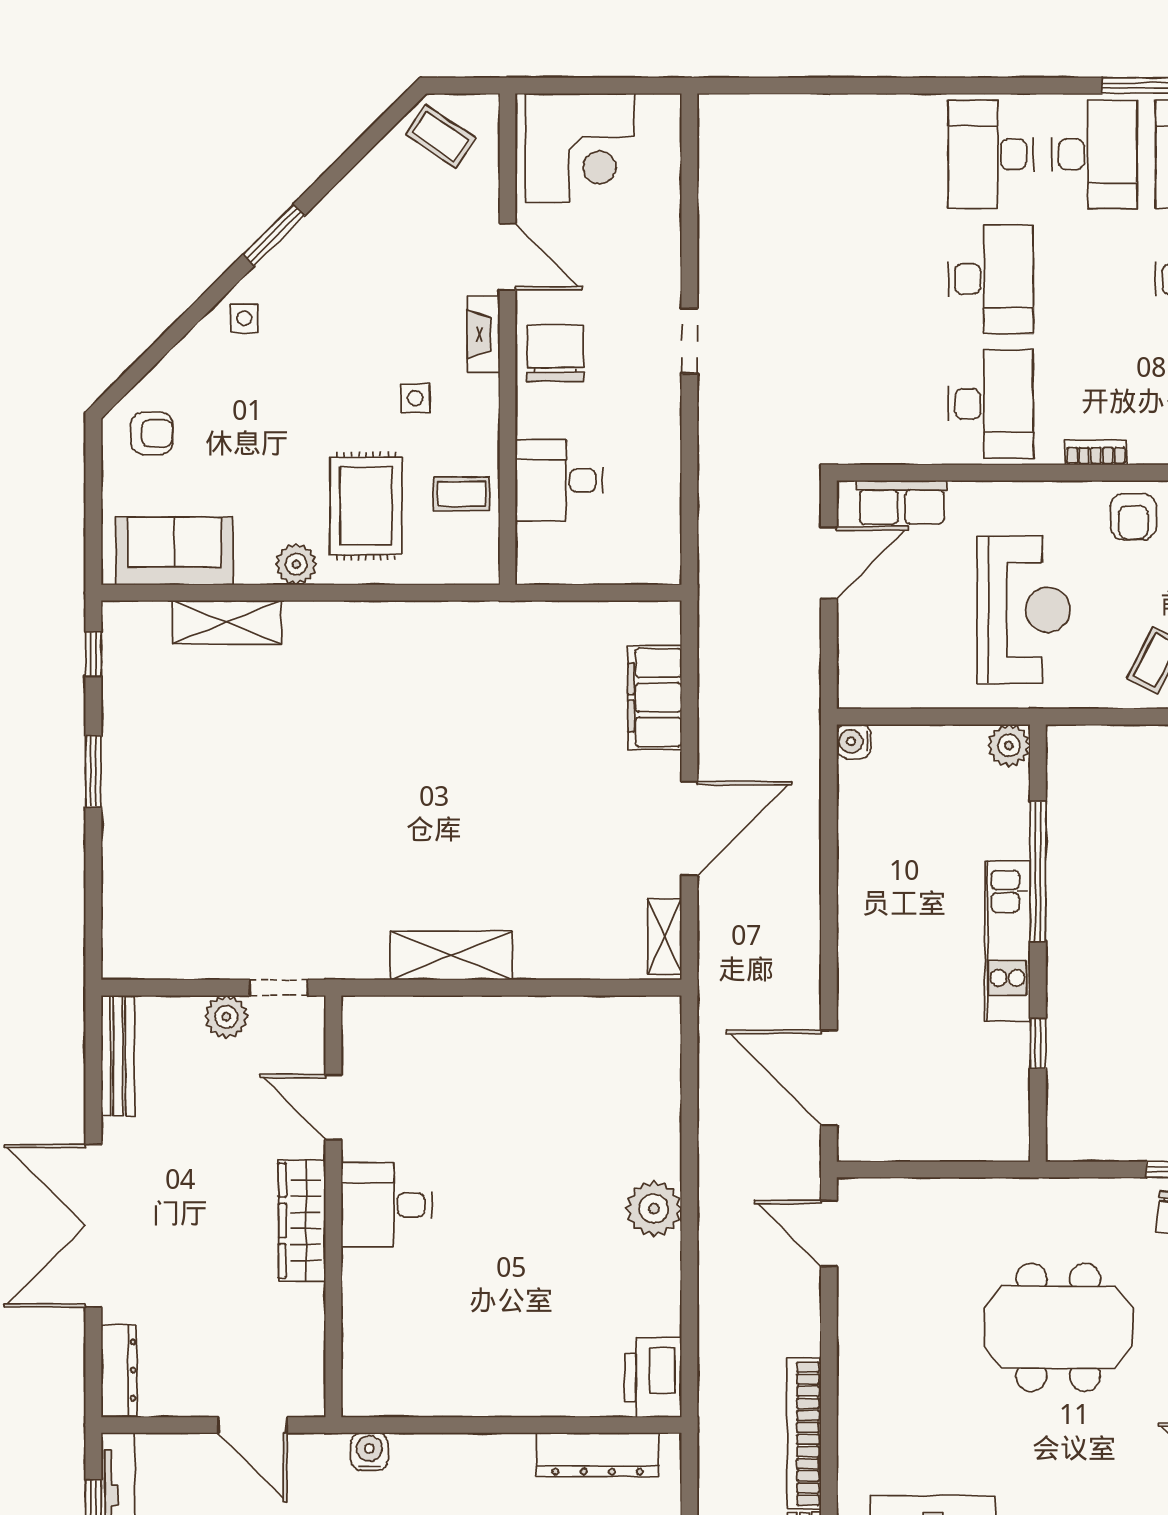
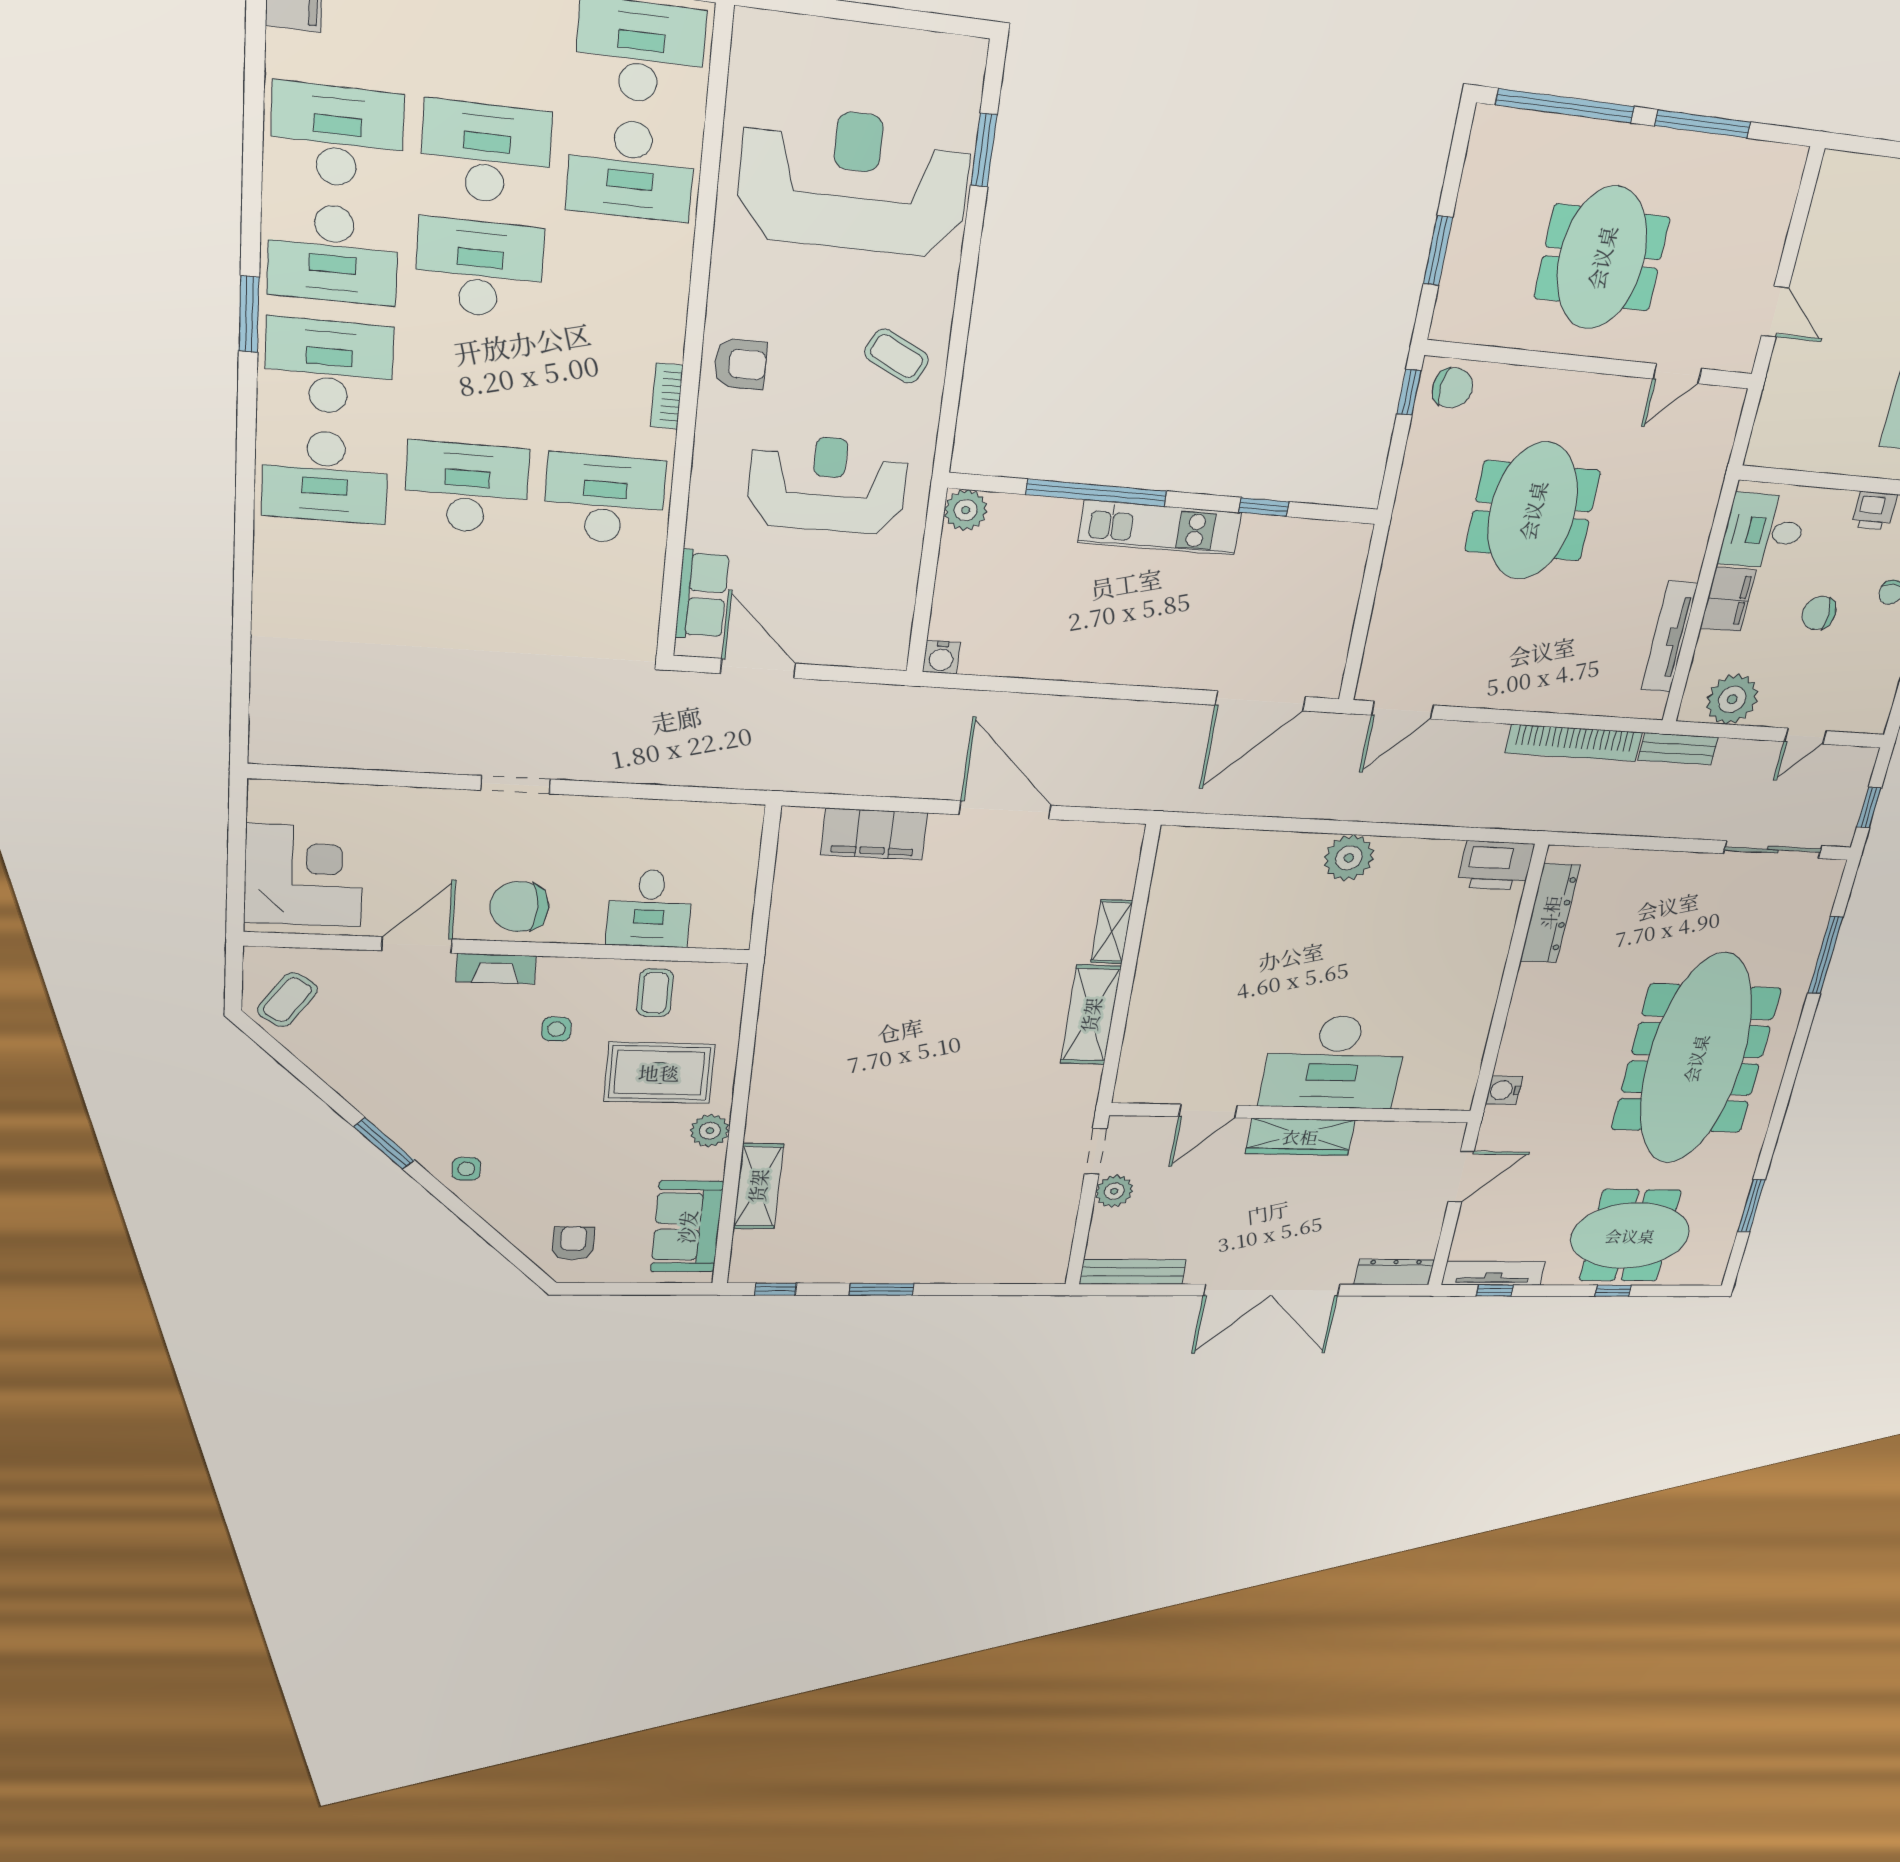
shelving: (665, 936) -> (1112, 932), moved, turned 90
desk: (386, 1205) -> (1334, 1062), width x1.87, depth x1.30

